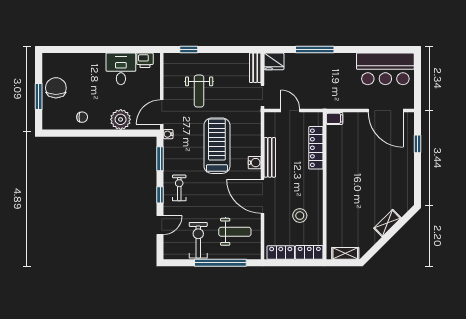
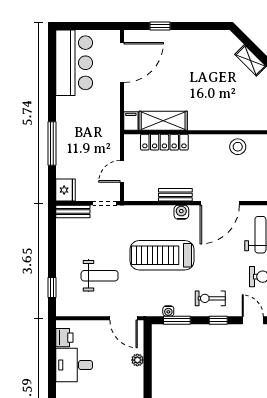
plant: (121, 119) -> (137, 360), width x0.53, depth x0.53
water cooler: (168, 134) -> (168, 311), moved
shelving: (335, 147) -> (163, 121), added
bench: (270, 157) -> (175, 195), width x0.73
stool: (300, 216) -> (238, 147), moved

